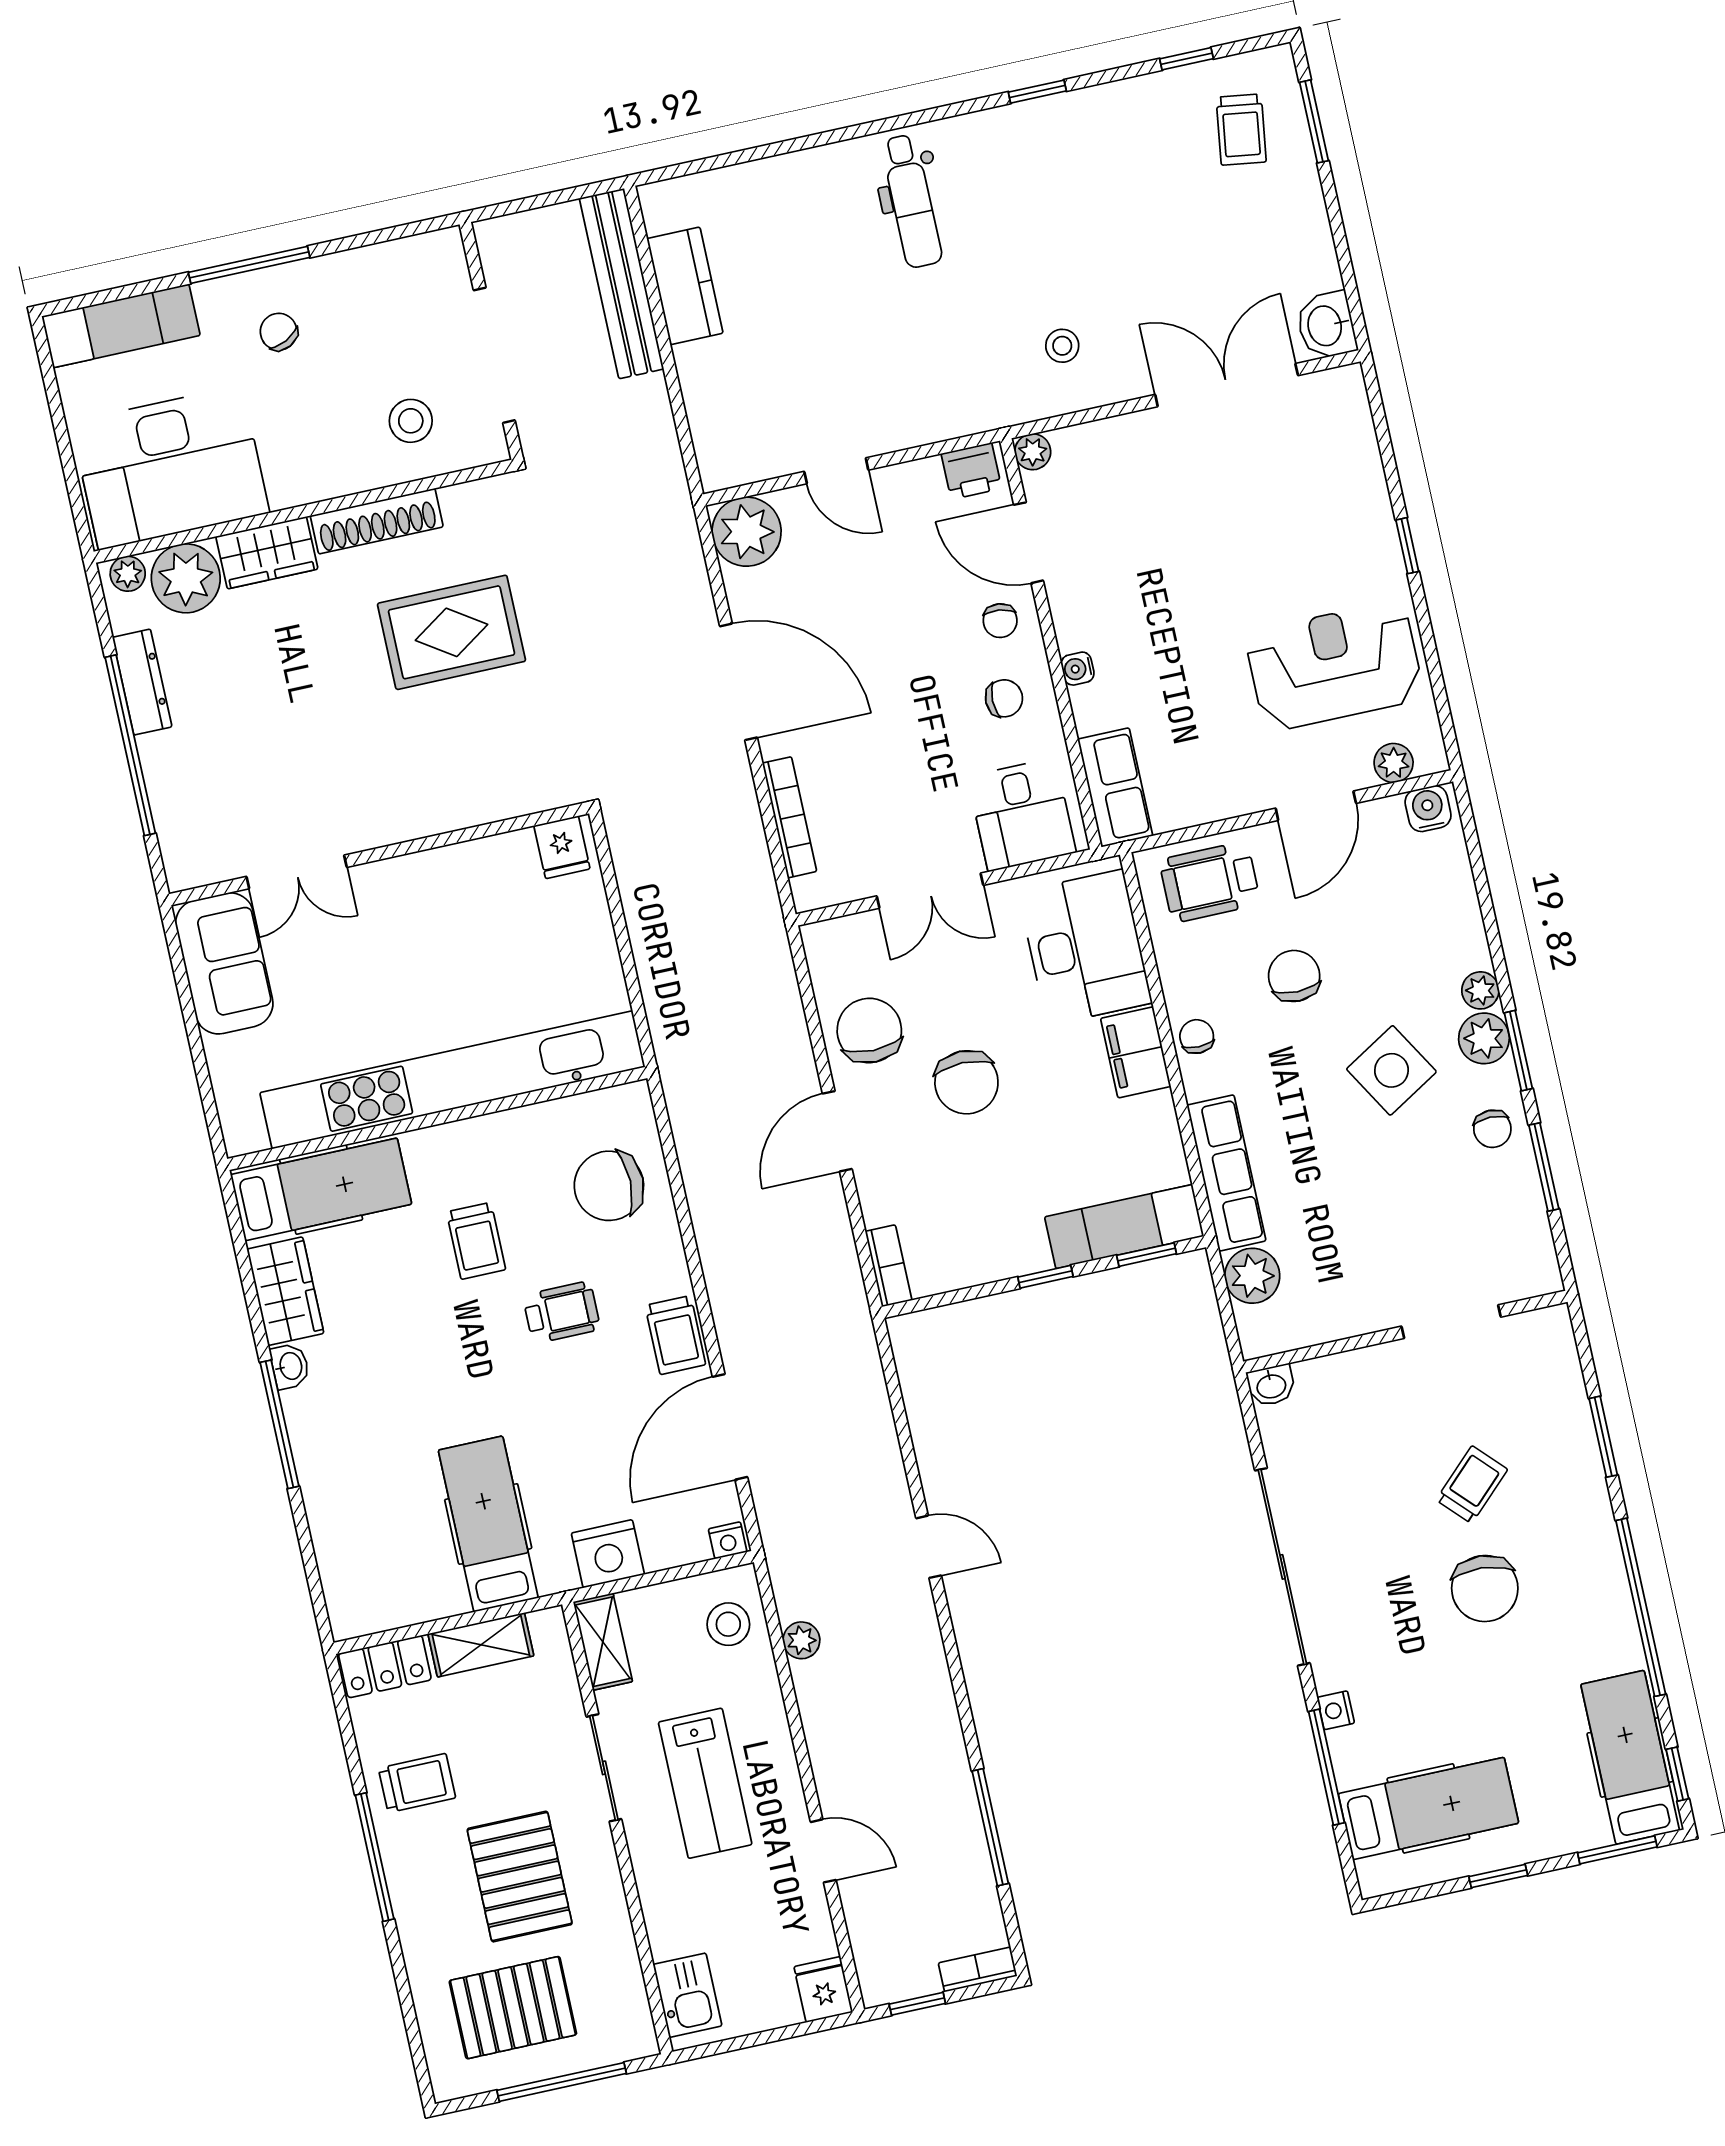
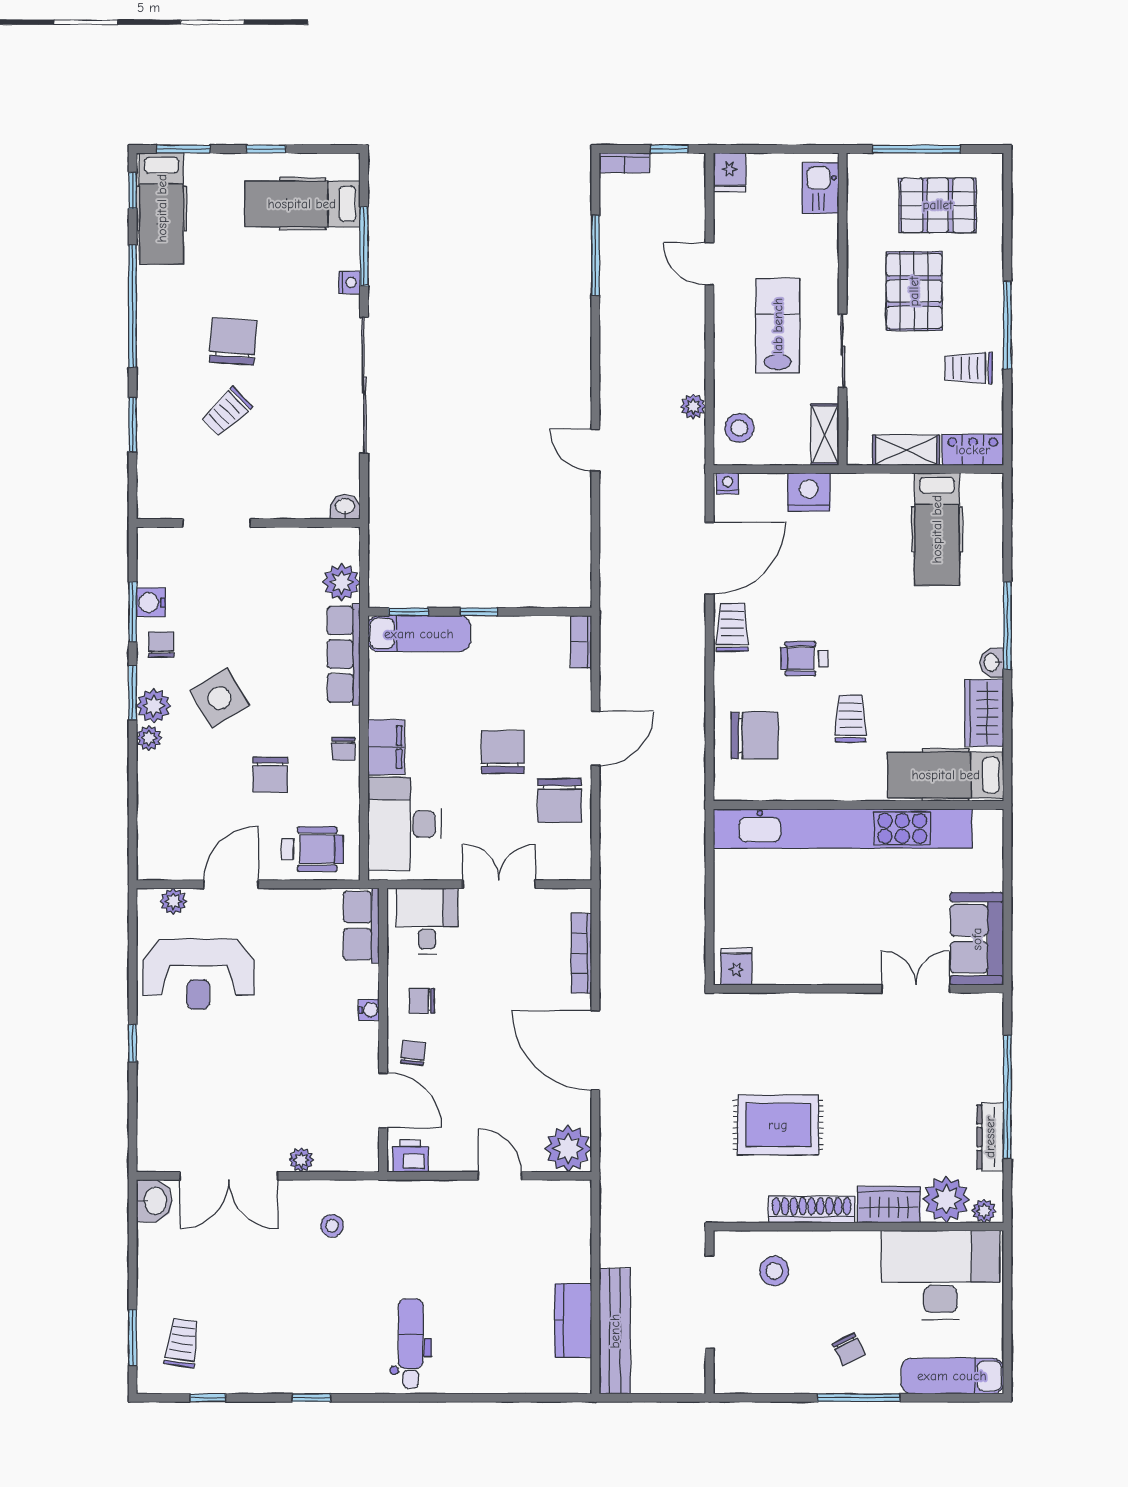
plant: (1033, 452) -> (301, 1160), moved
water cooler: (1428, 809) -> (151, 602), moved, turned 90
hospital bed: (488, 1524) -> (937, 529), moved

